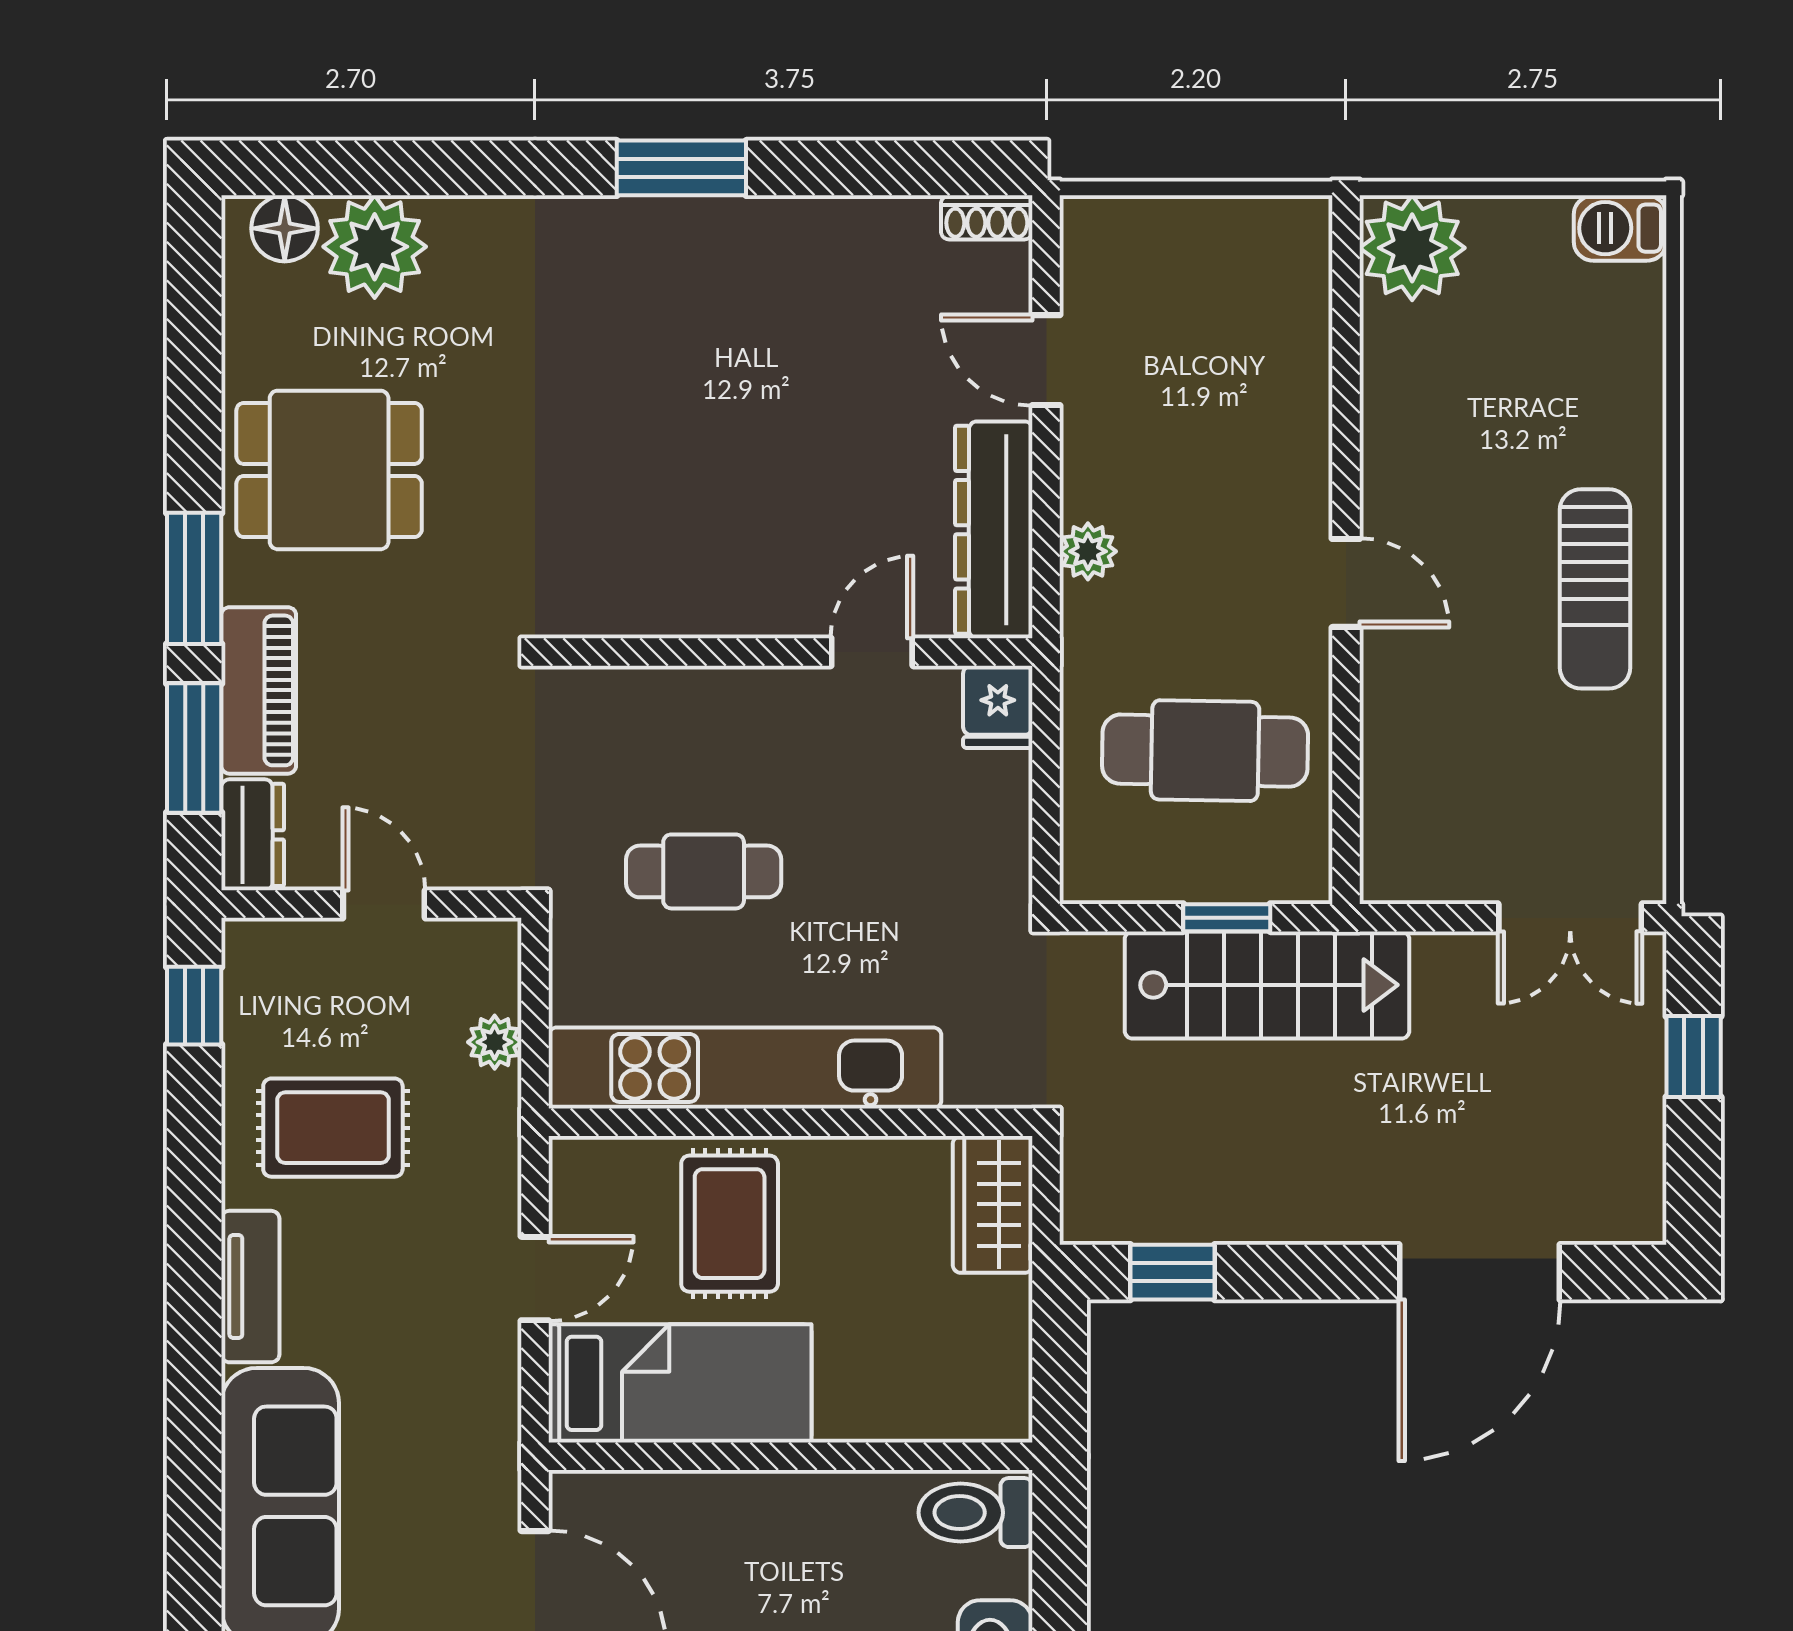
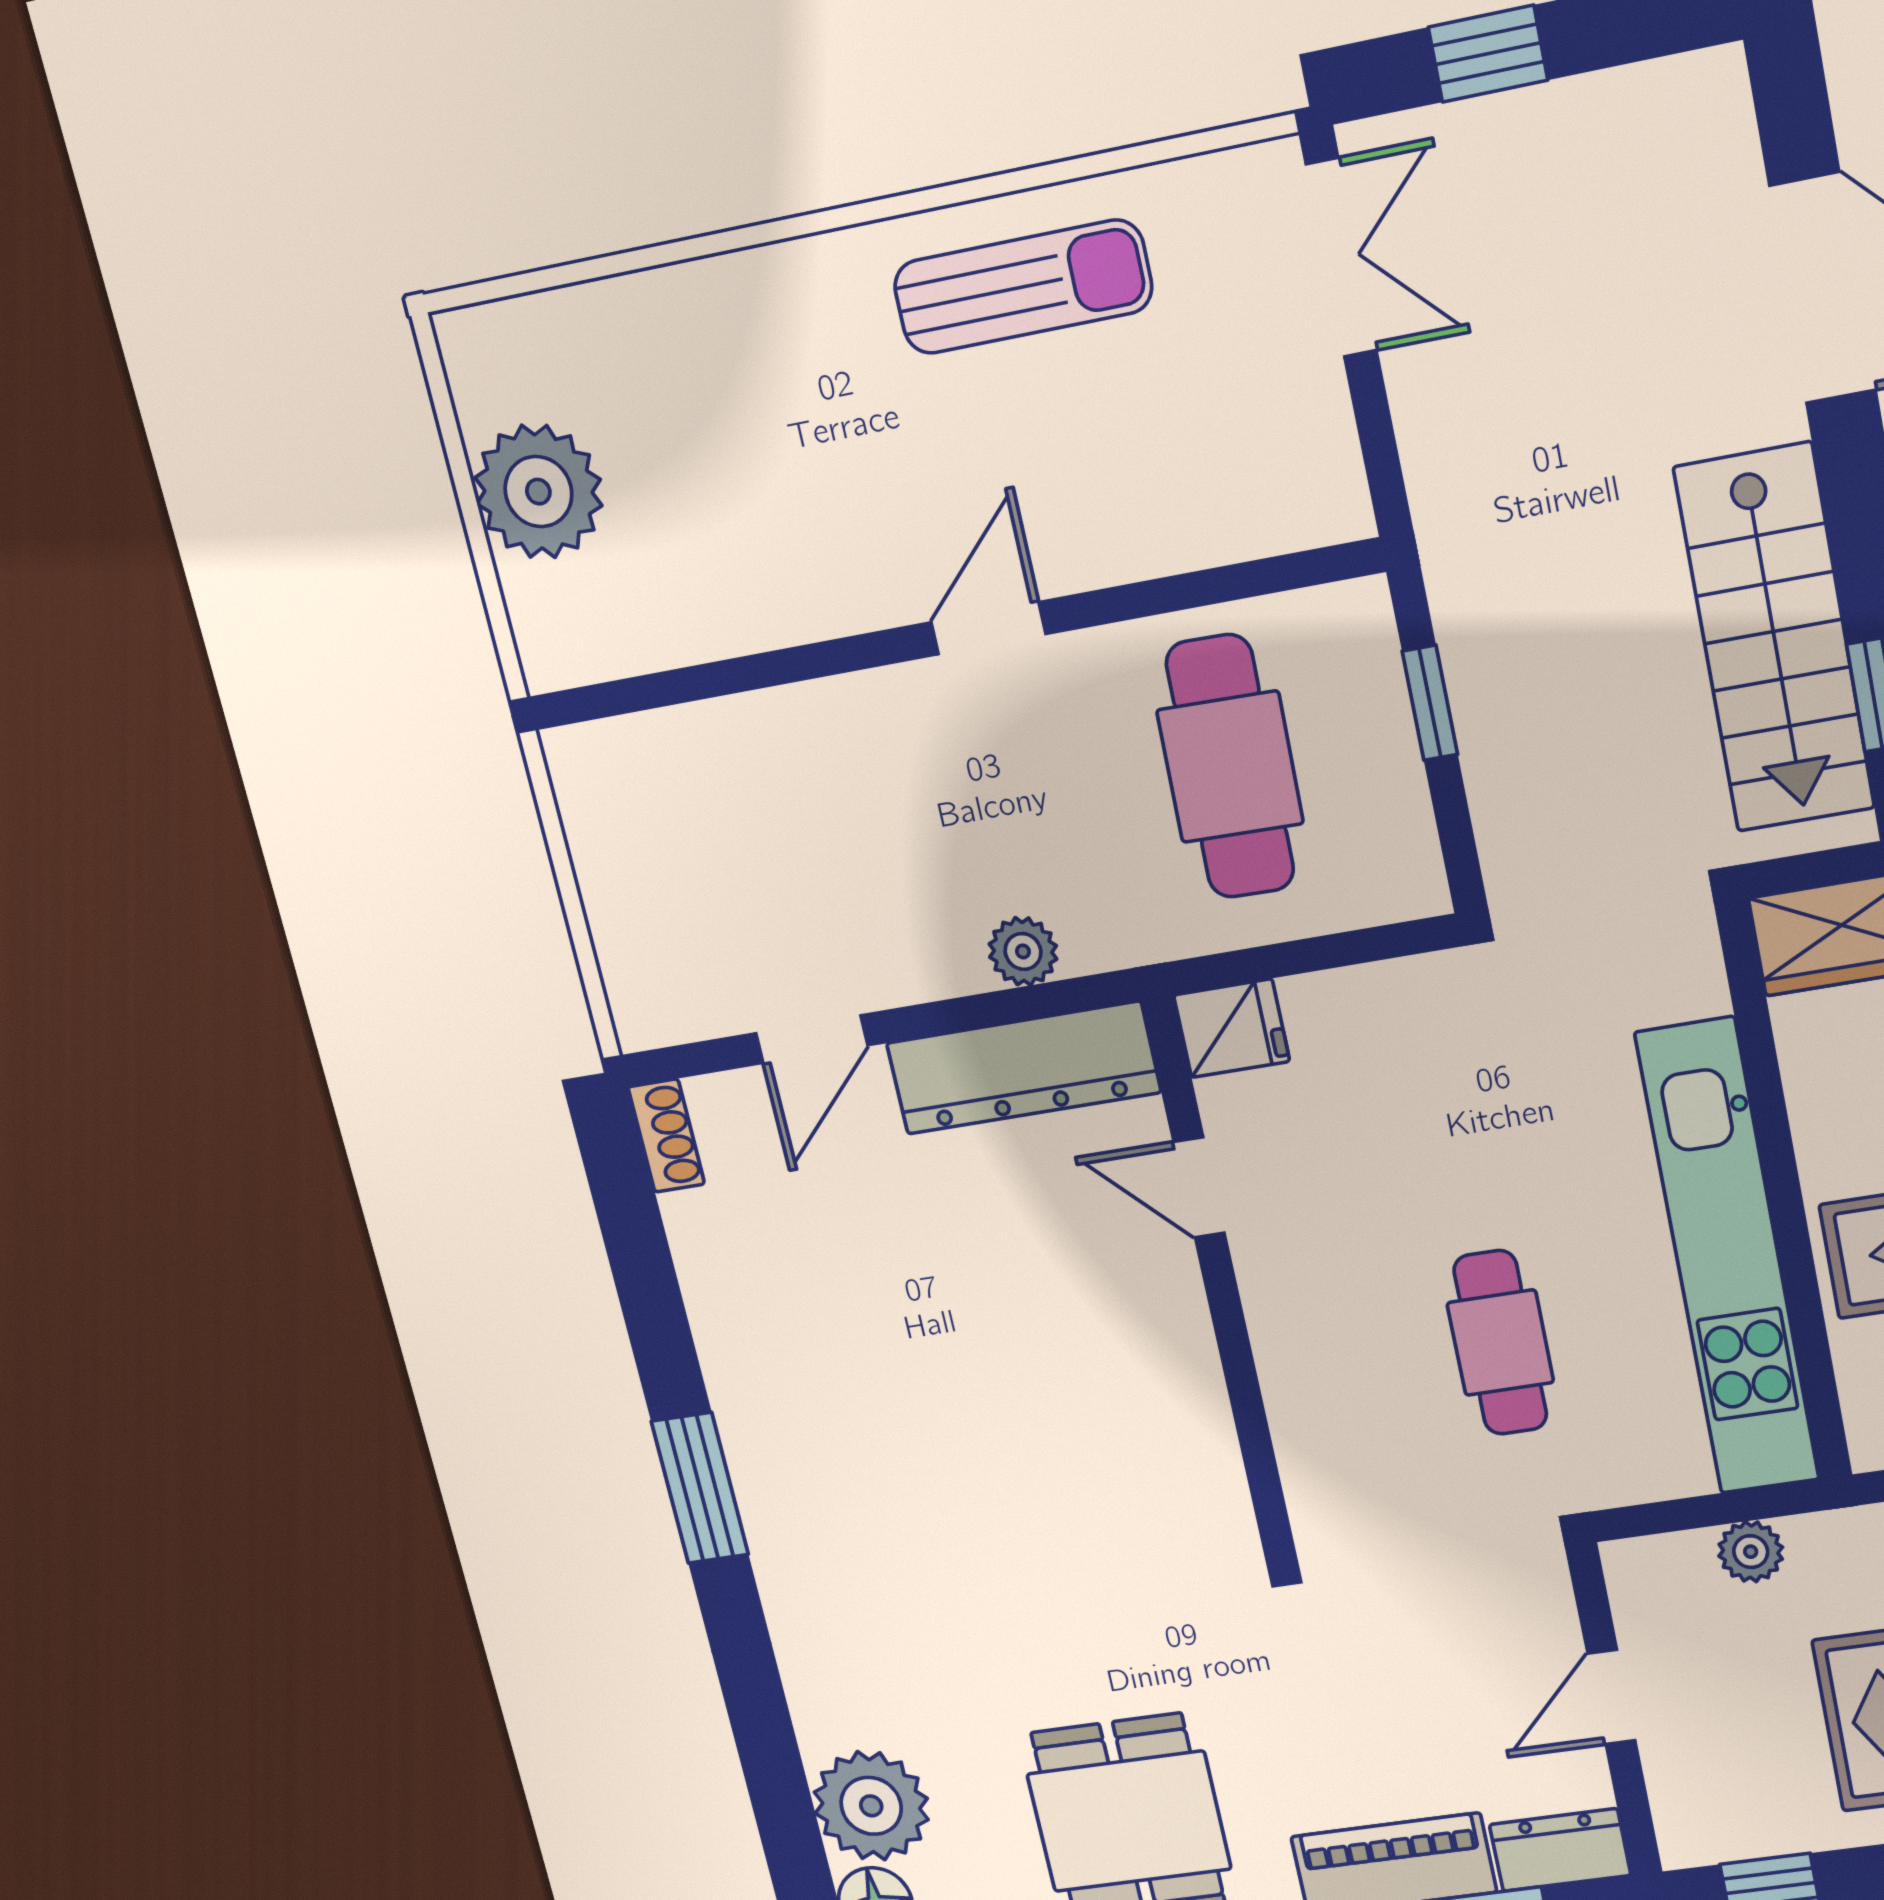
barbecue: (1620, 228) -> (481, 364), removed
plant: (1412, 248) -> (538, 492), moved
sun lounger: (1595, 589) -> (1023, 287), moved
stairs: (1267, 985) -> (1775, 639), moved, turned 180

